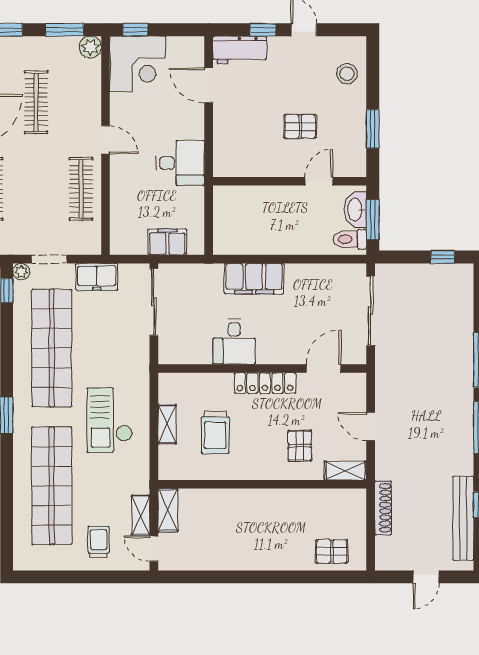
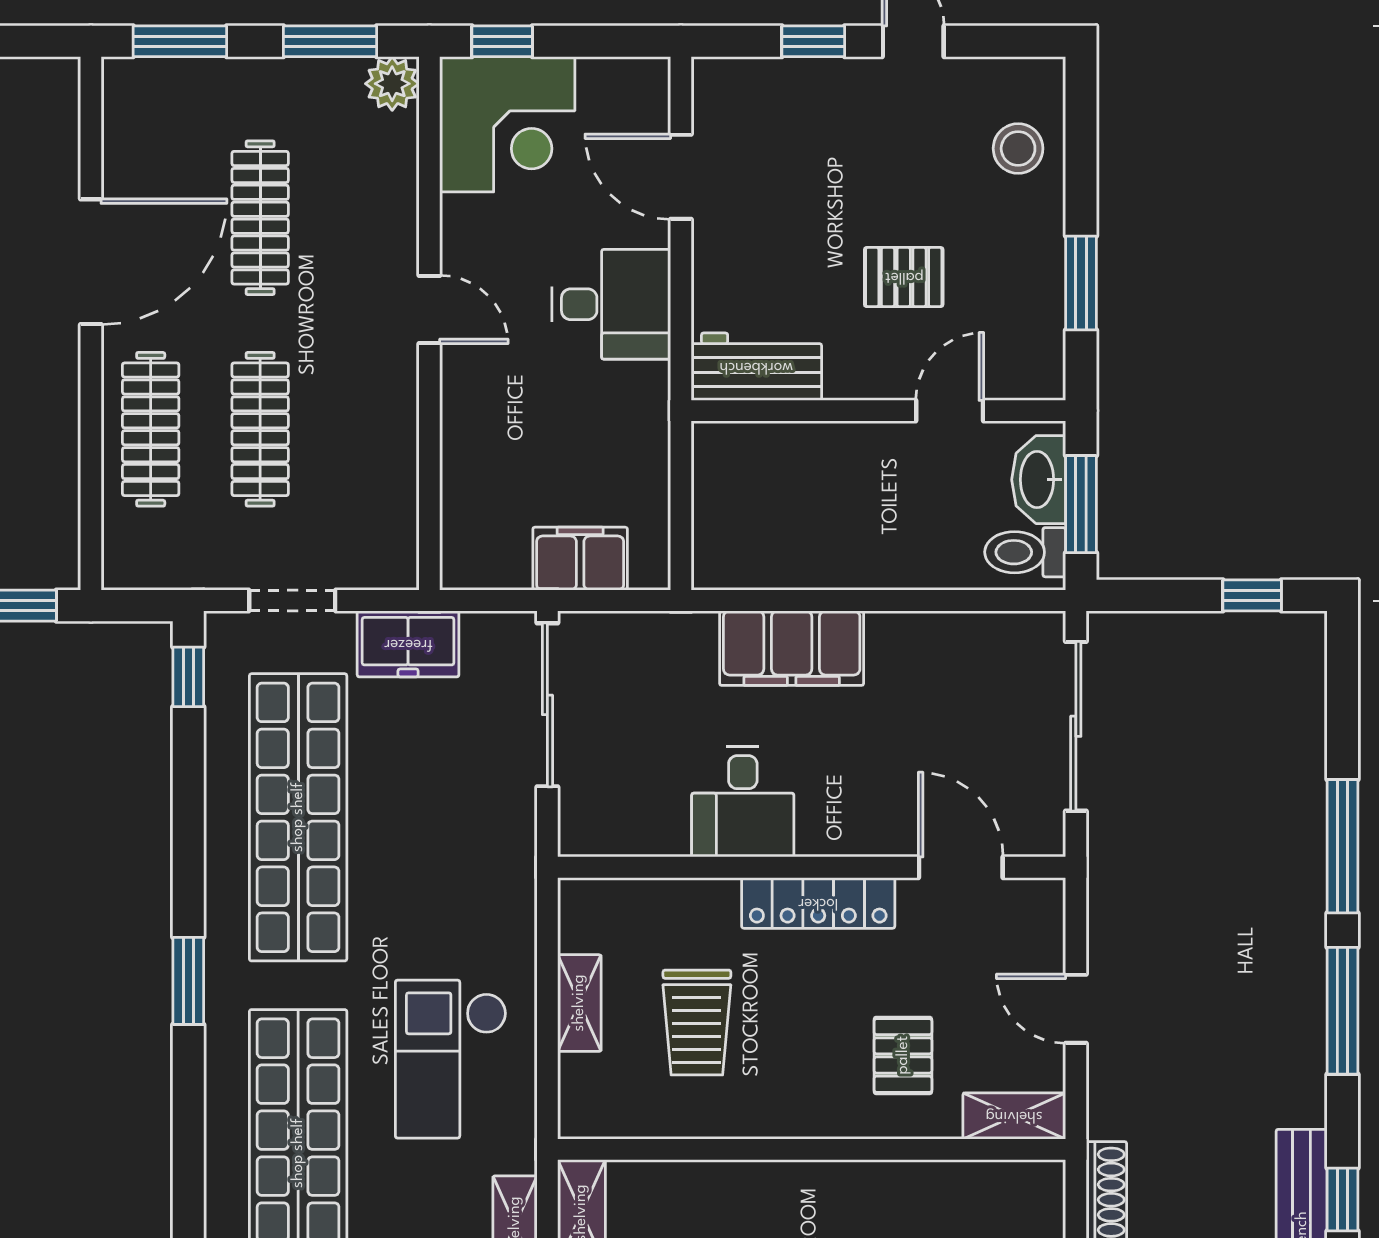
workbench: (240, 50) -> (756, 367), moved, turned 180
desk: (180, 163) -> (611, 304), moved
clothes rail: (81, 189) -> (260, 429), moved
plant: (21, 272) -> (224, 631), removed
door: (323, 369) -> (961, 867), hinge flipped
checkout: (110, 420) -> (451, 1059), moved

